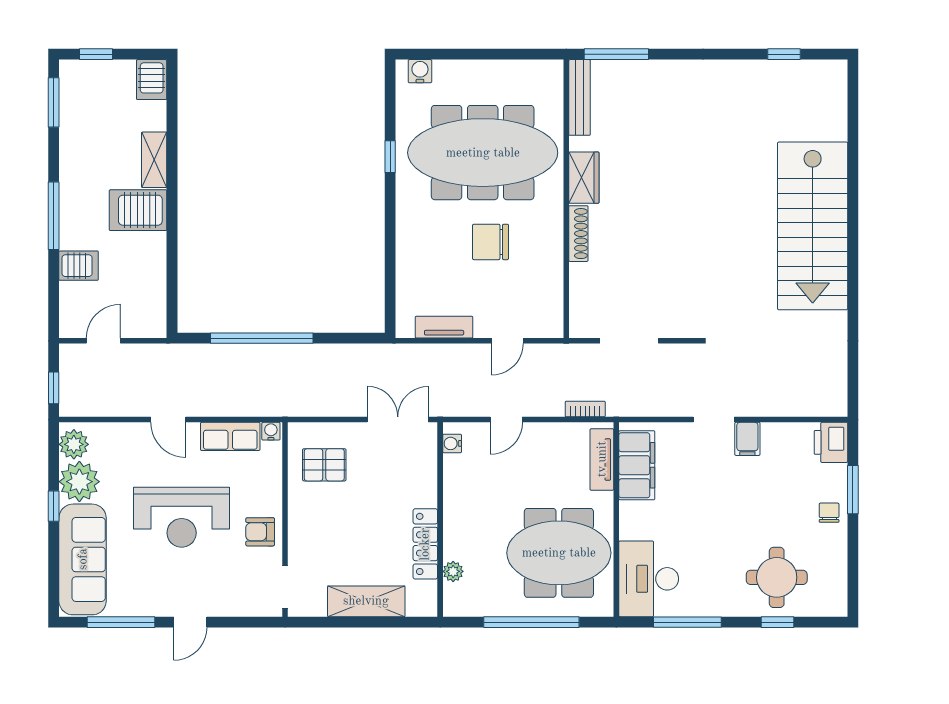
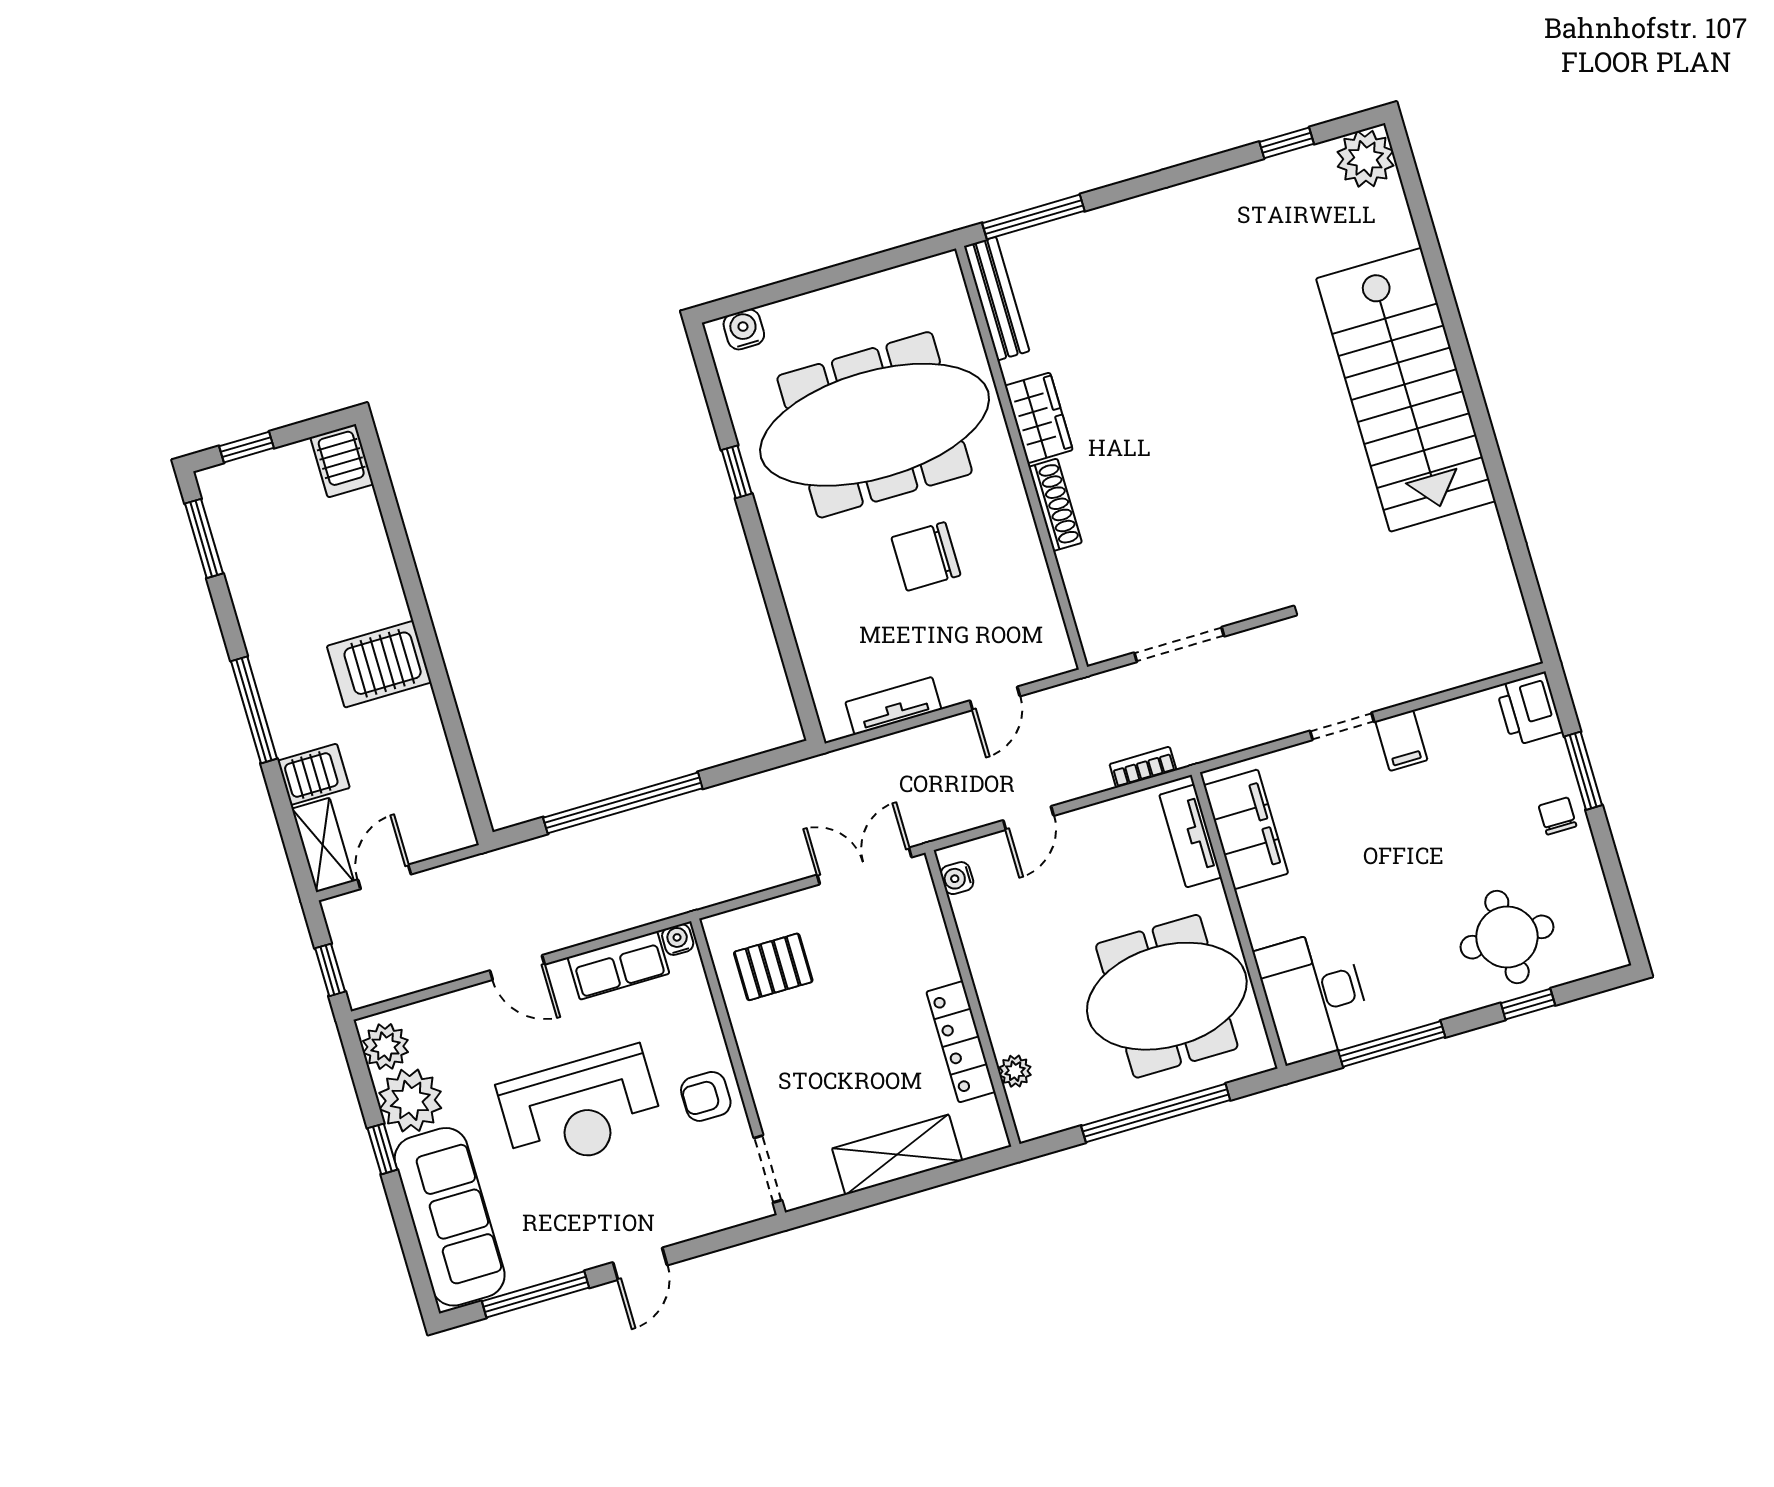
plant: (829, 78) -> (1365, 159), added
shelving: (154, 160) -> (323, 845), moved

